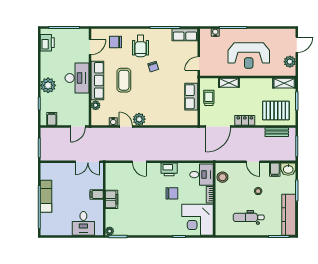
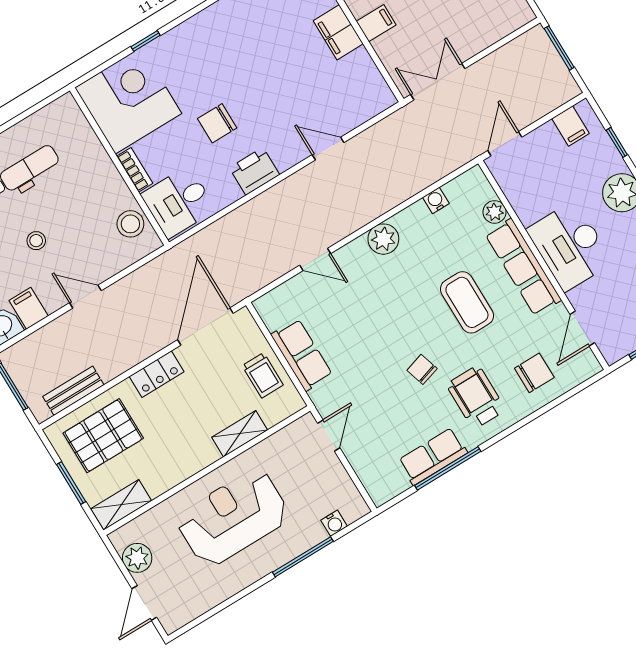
row of seats: (185, 35) -> (433, 456), moved
door: (126, 126) -> (315, 259), moved

